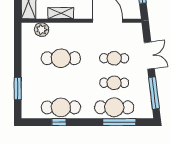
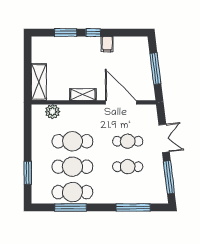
shelving: (61, 13) -> (83, 95), moved
cafe table: (114, 107) -> (72, 167), moved
window: (59, 122) -> (71, 207), width x2.17

